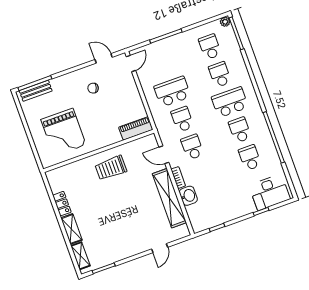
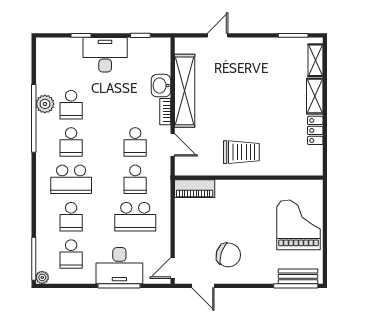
desk: (171, 51) -> (119, 266), added
chair: (93, 88) -> (228, 255), width x1.87, depth x1.87
grand piano: (63, 132) -> (299, 225), moved
plant: (269, 151) -> (45, 104), added
desk: (270, 192) -> (105, 55), moved

